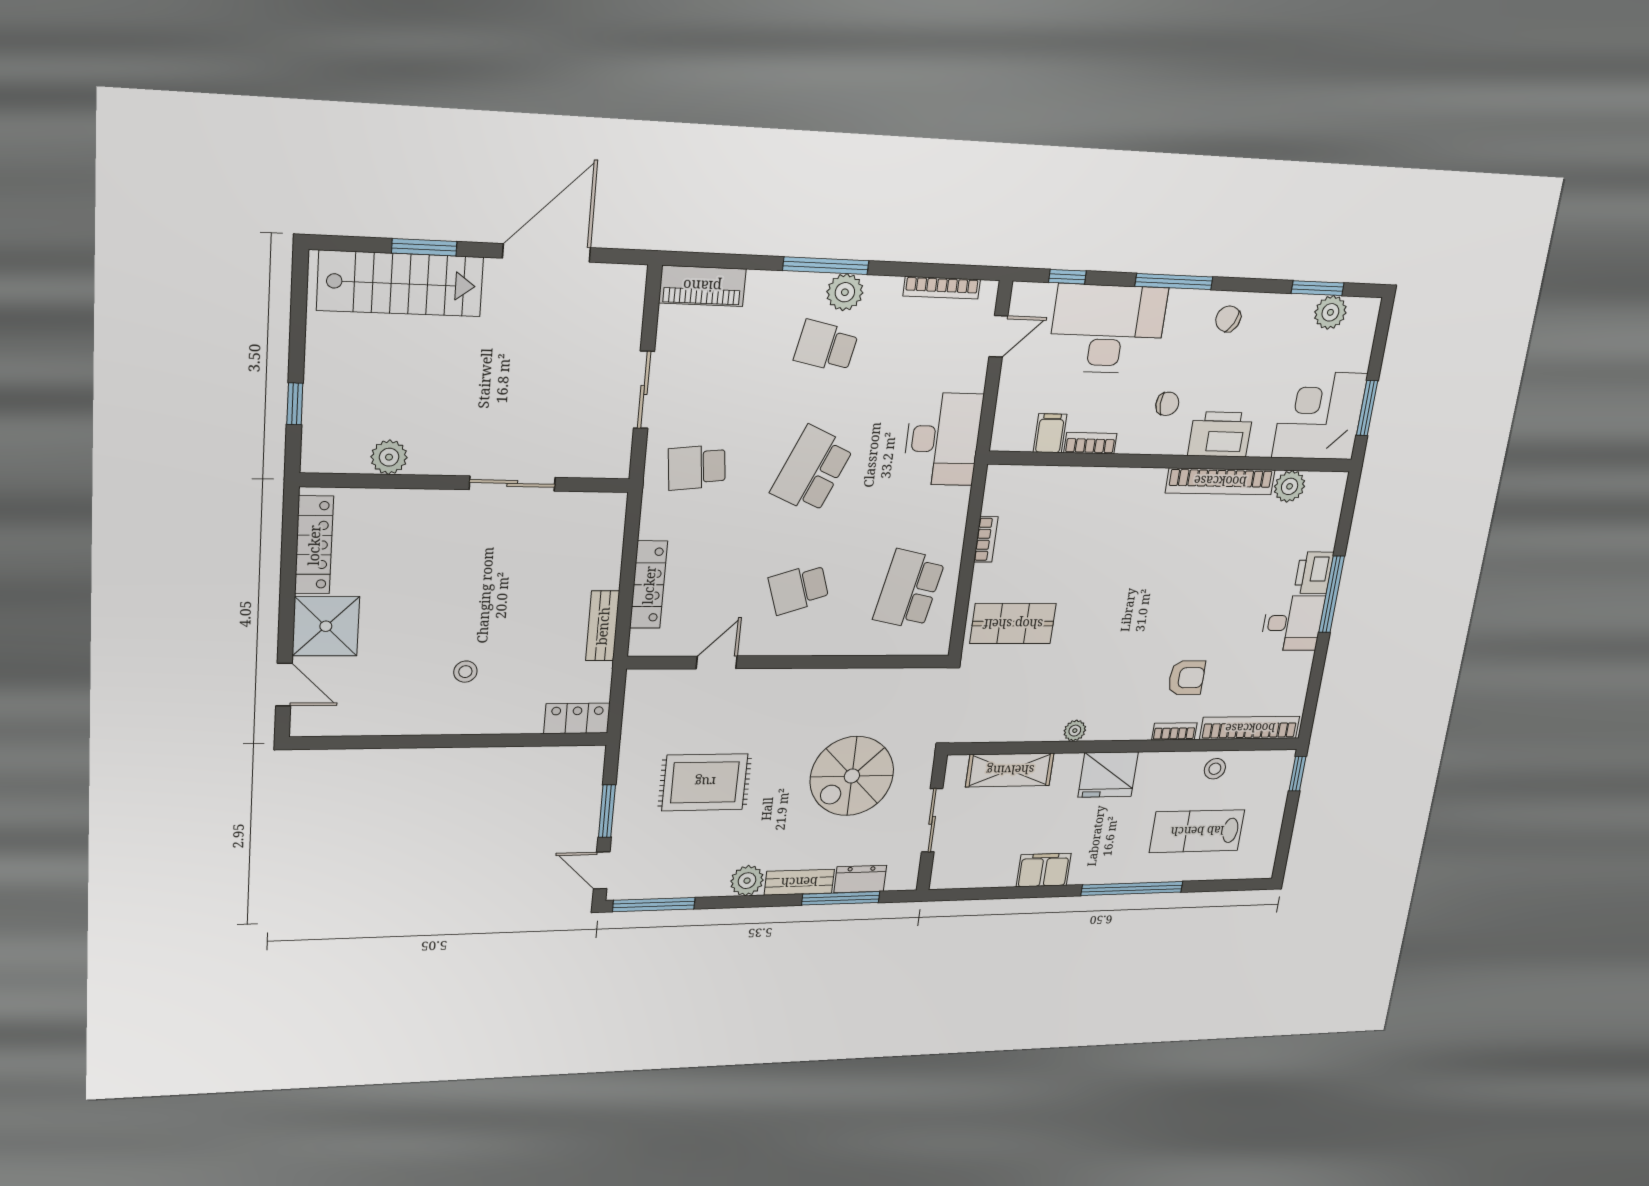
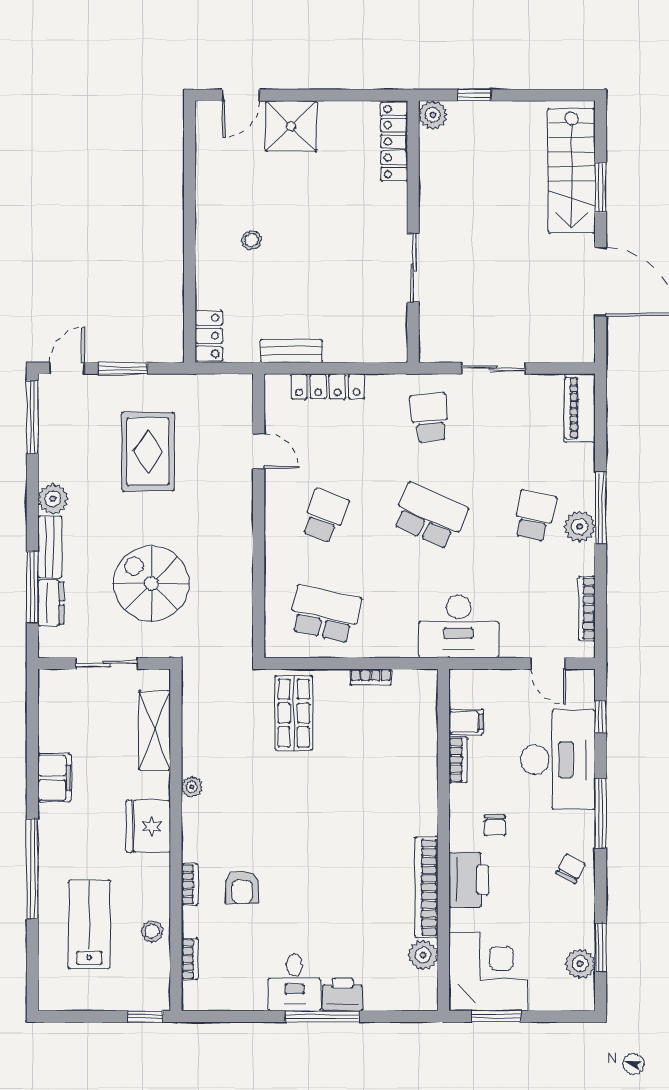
plant: (389, 457) -> (433, 115), moved
locker: (314, 545) -> (394, 141), moved, turned 90
school desk: (799, 589) -> (325, 516), turned 39
bookcase: (1250, 728) -> (190, 959), width x0.43, depth x0.76

